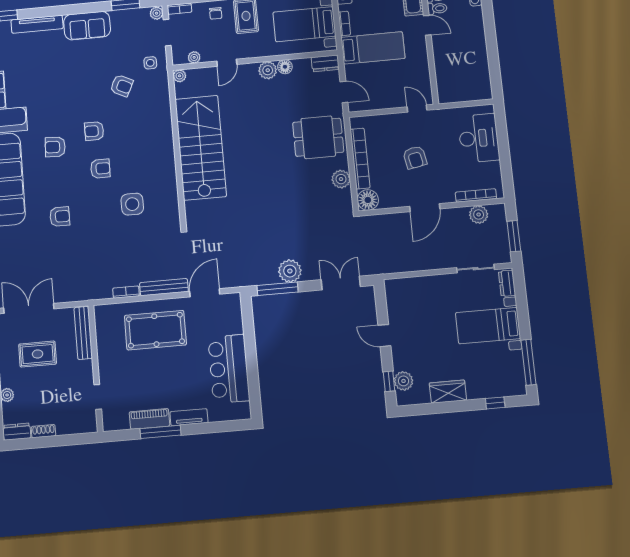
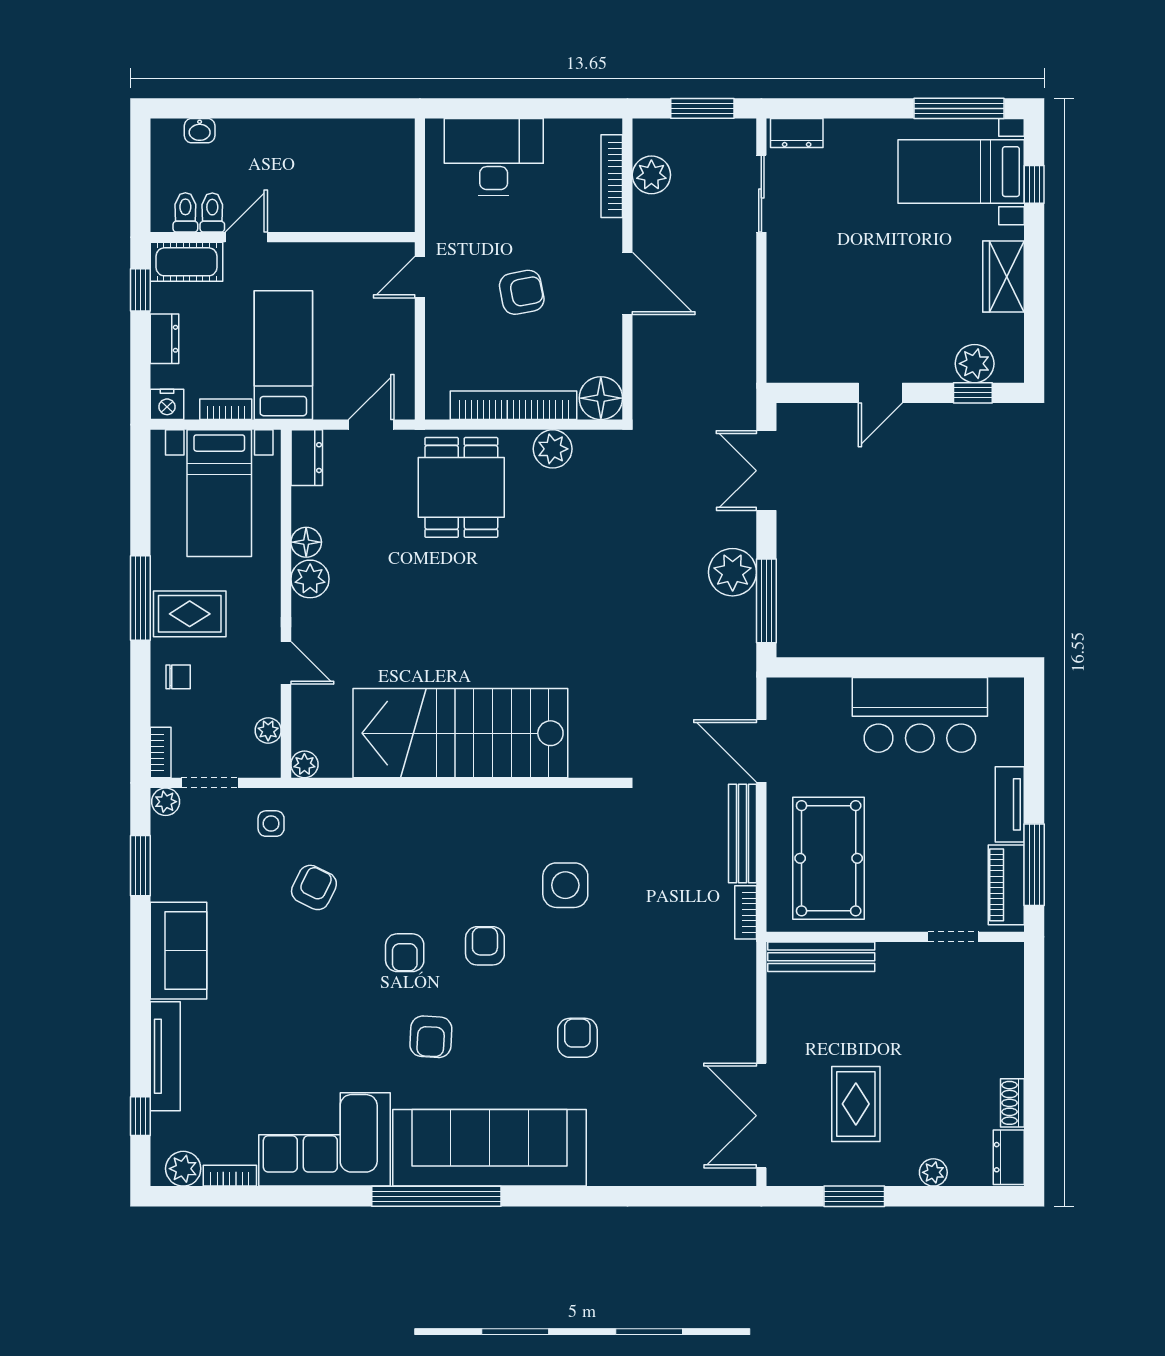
bed with nightstands: (488, 326) -> (961, 172), moved, turned 90
bench: (83, 333) -> (821, 957), moved
wall: (96, 368) -> (895, 937), moved
doorway: (98, 397) -> (953, 937), moved

